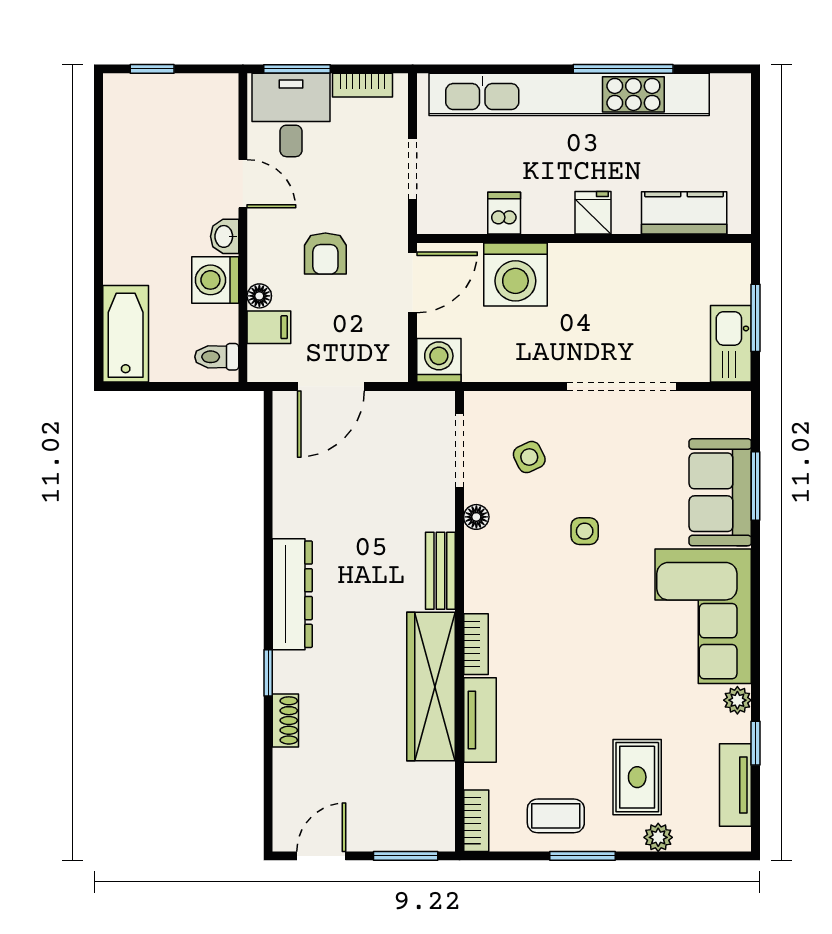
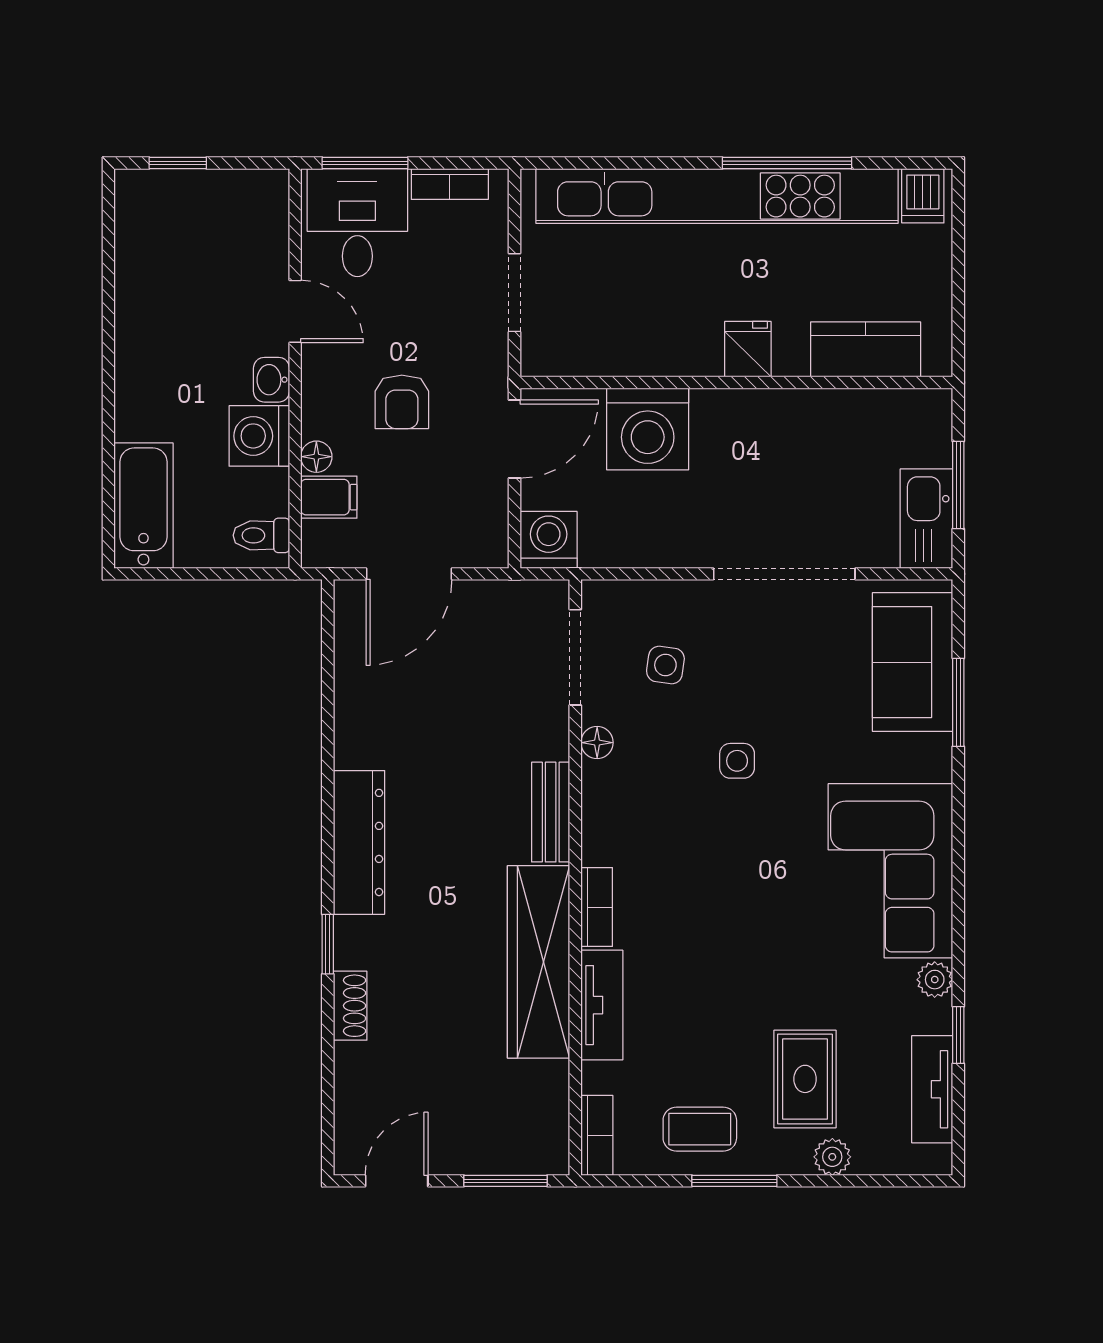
dishwasher: (504, 213) -> (923, 196), moved, turned 180
side table: (529, 457) -> (665, 665), turned 34
sofa: (720, 492) -> (912, 662), moved

